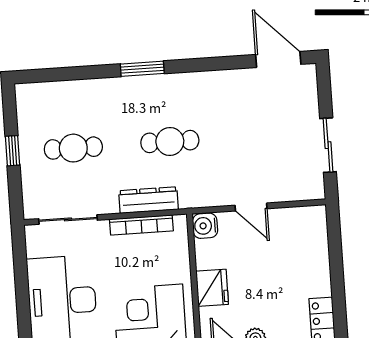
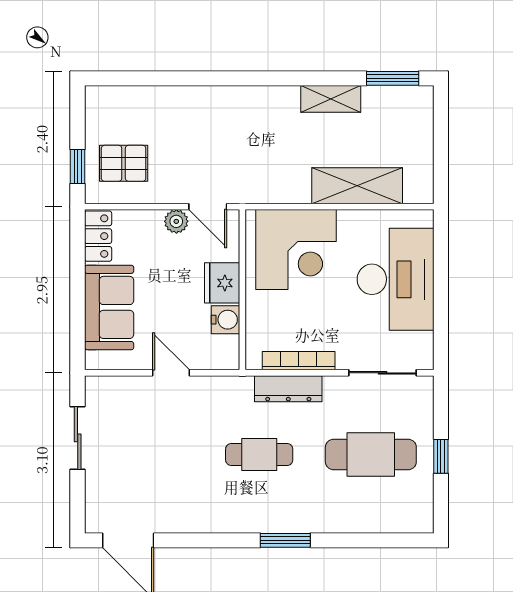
cafe table: (73, 148) -> (371, 455), width x1.37, depth x1.35
water cooler: (205, 226) -> (225, 320), moved
sofa: (308, 260) -> (109, 307), added

